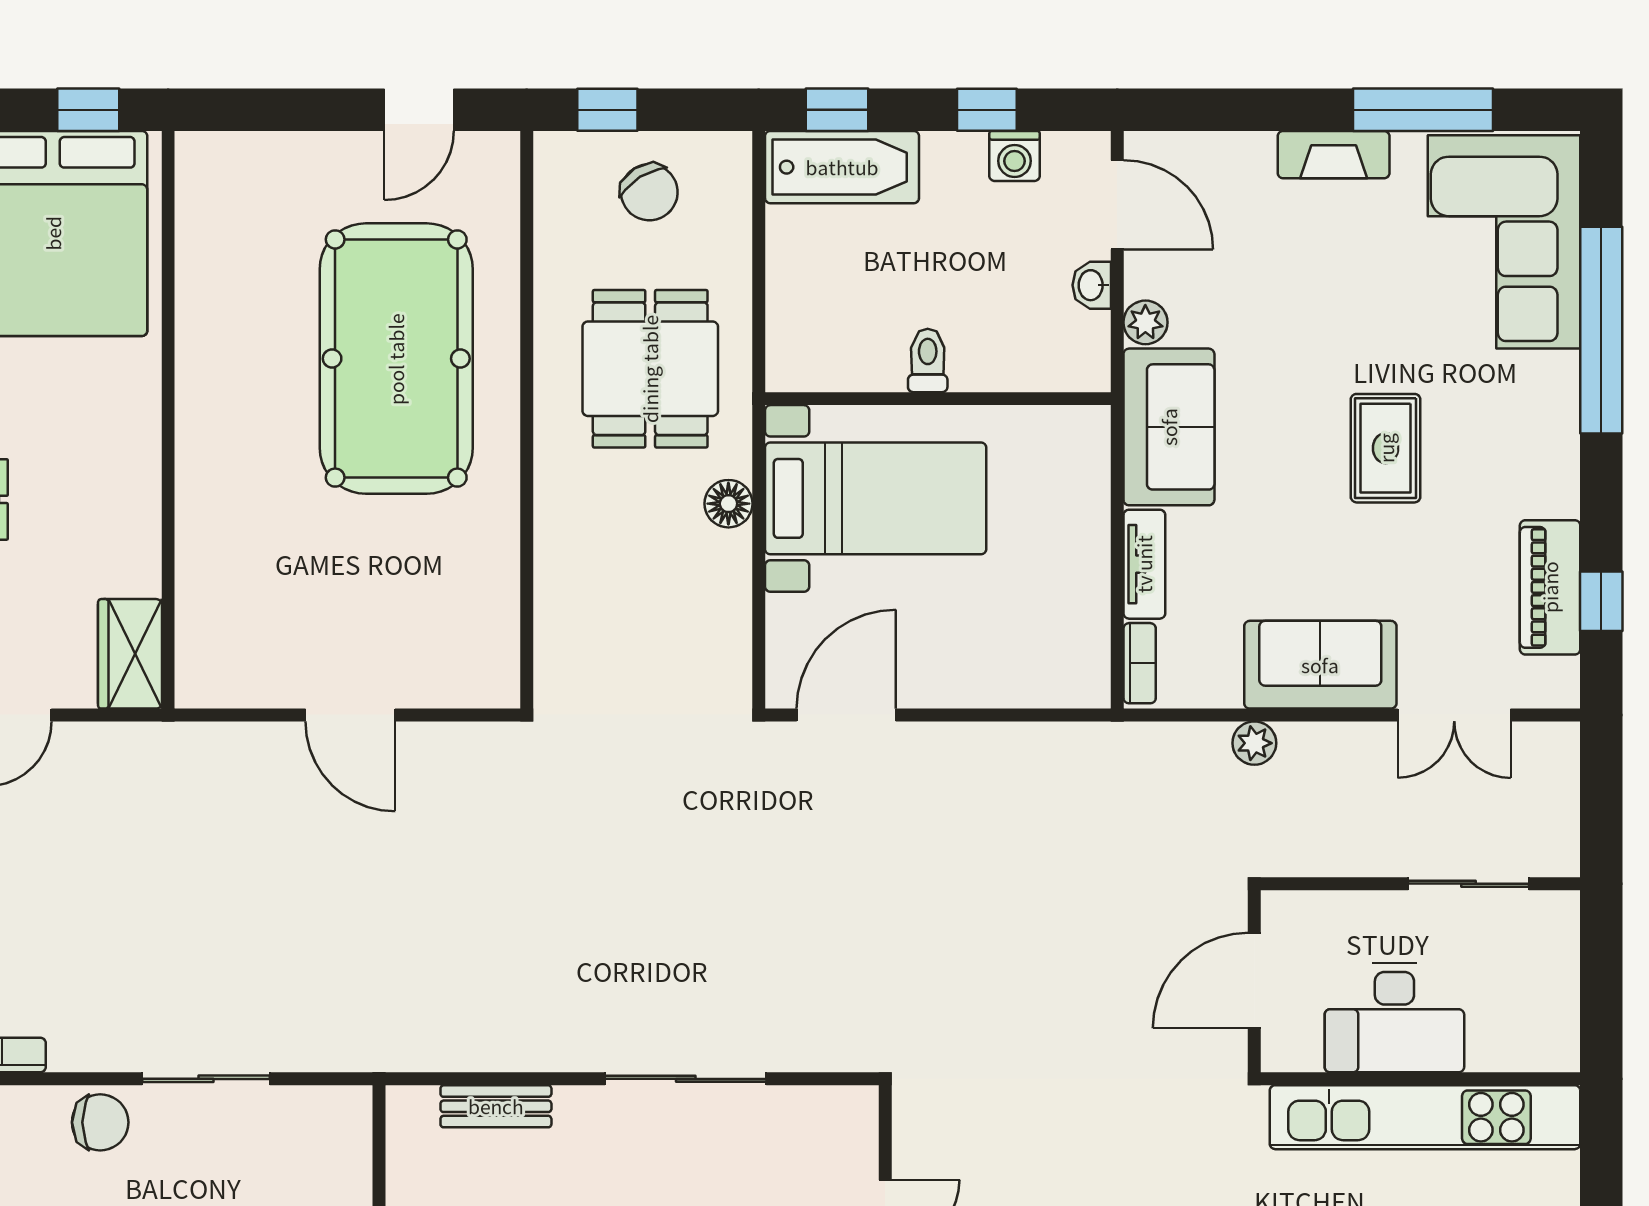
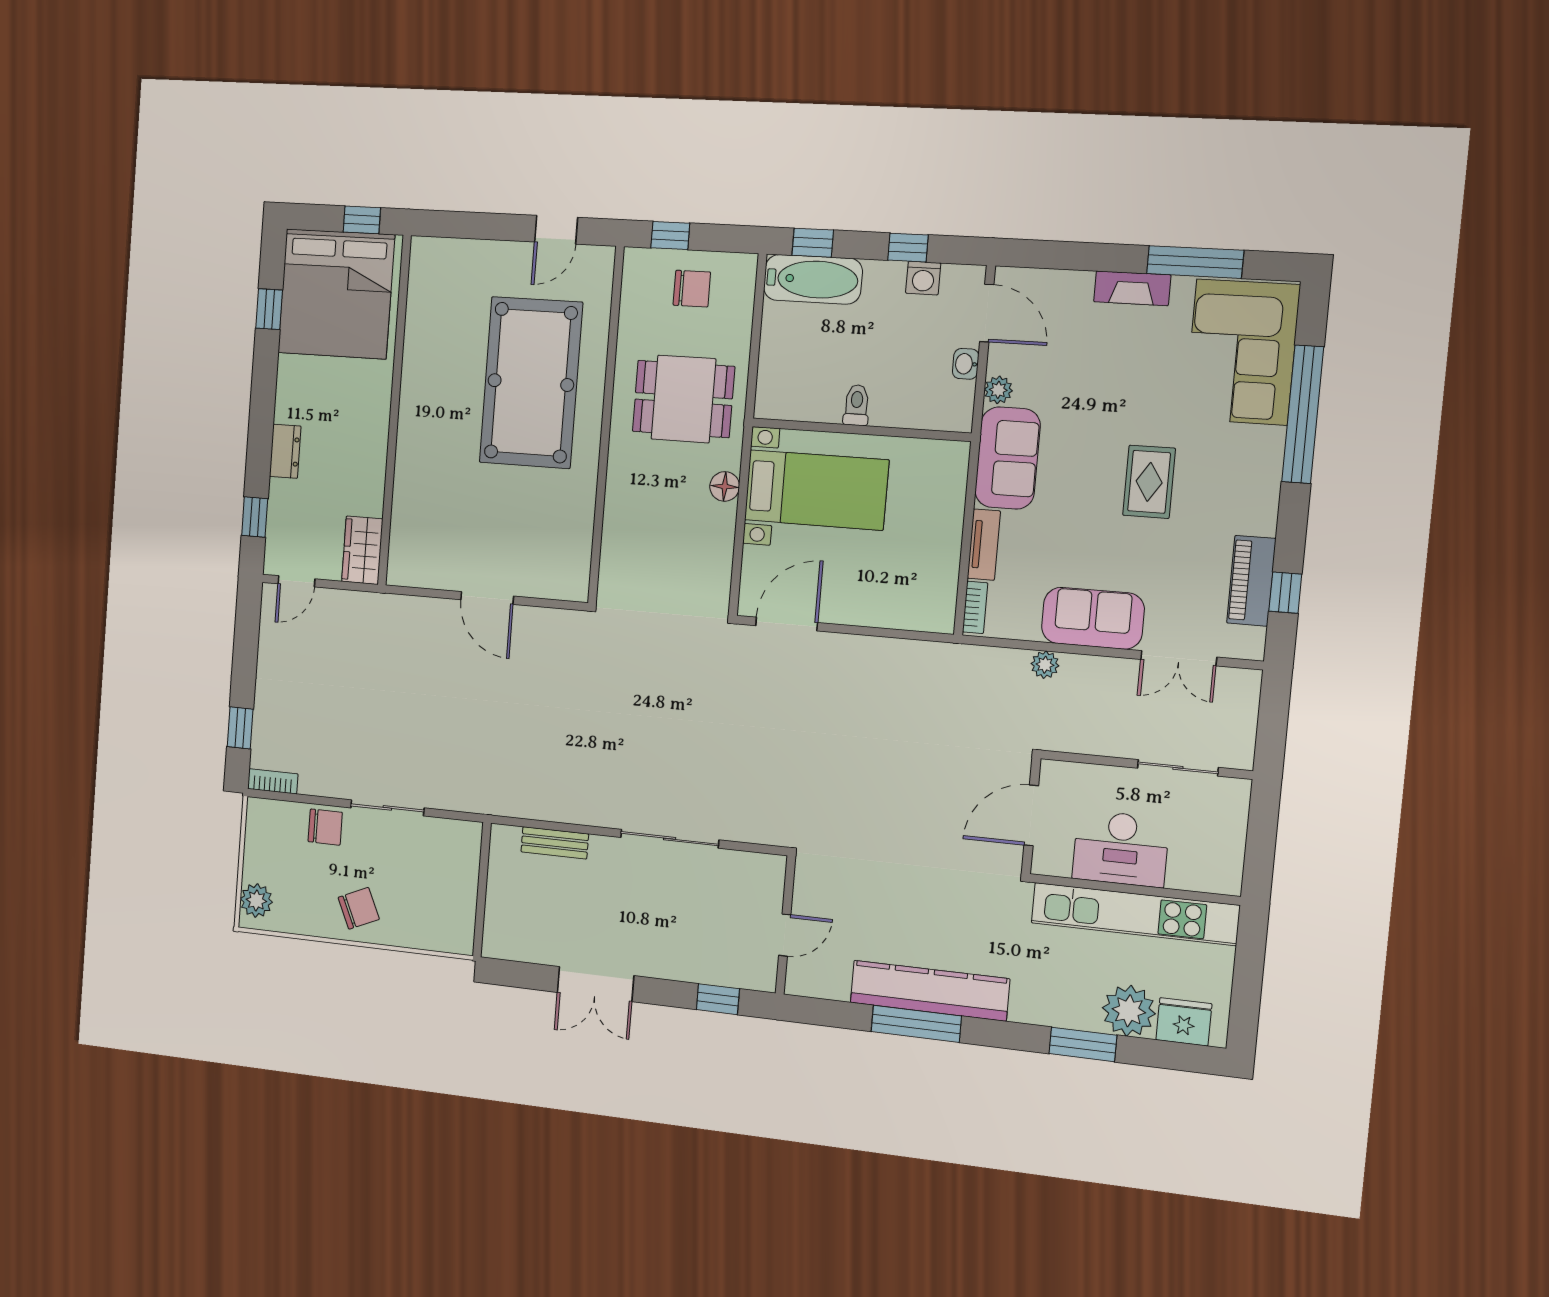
chair: (649, 192) -> (692, 289), turned -58
dining table: (650, 369) -> (683, 399), turned 90

